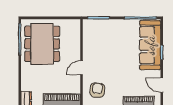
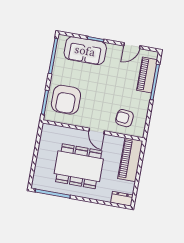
armchair: (104, 36) -> (66, 100), added
dining table: (42, 44) -> (79, 166), moved
sofa: (150, 45) -> (85, 51), width x0.73

